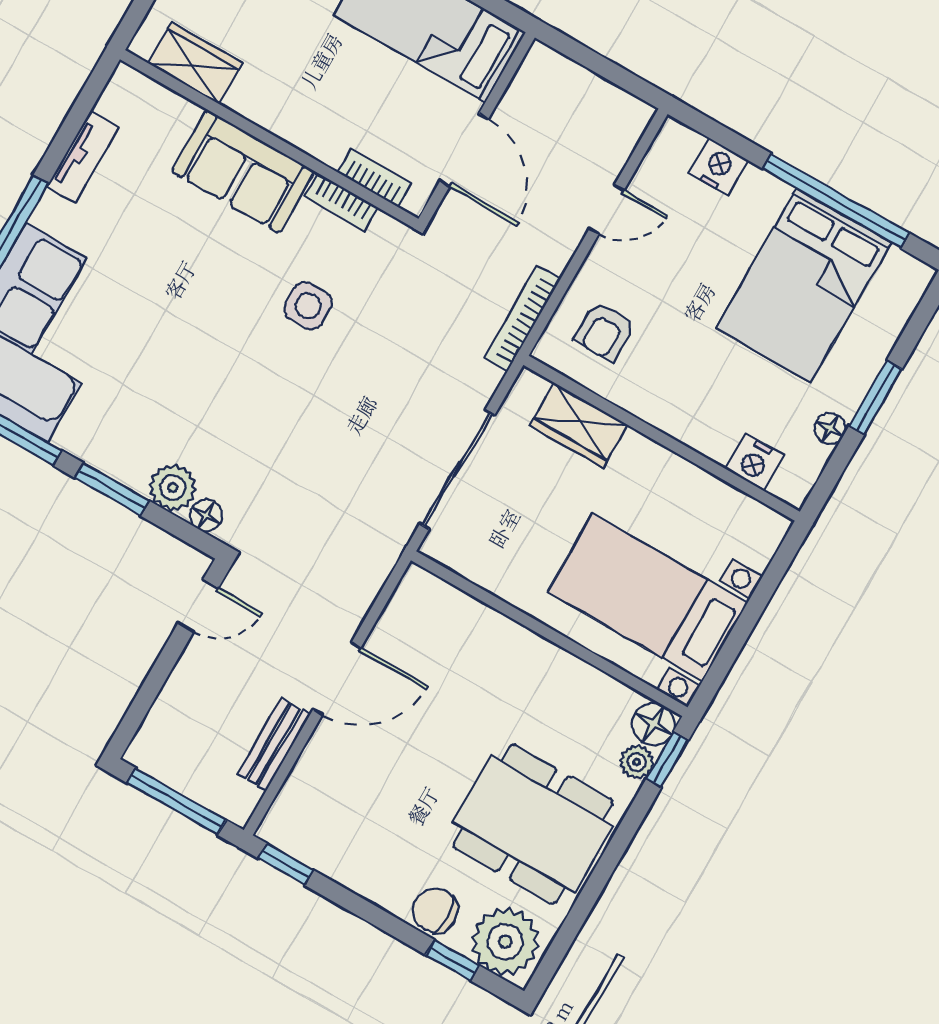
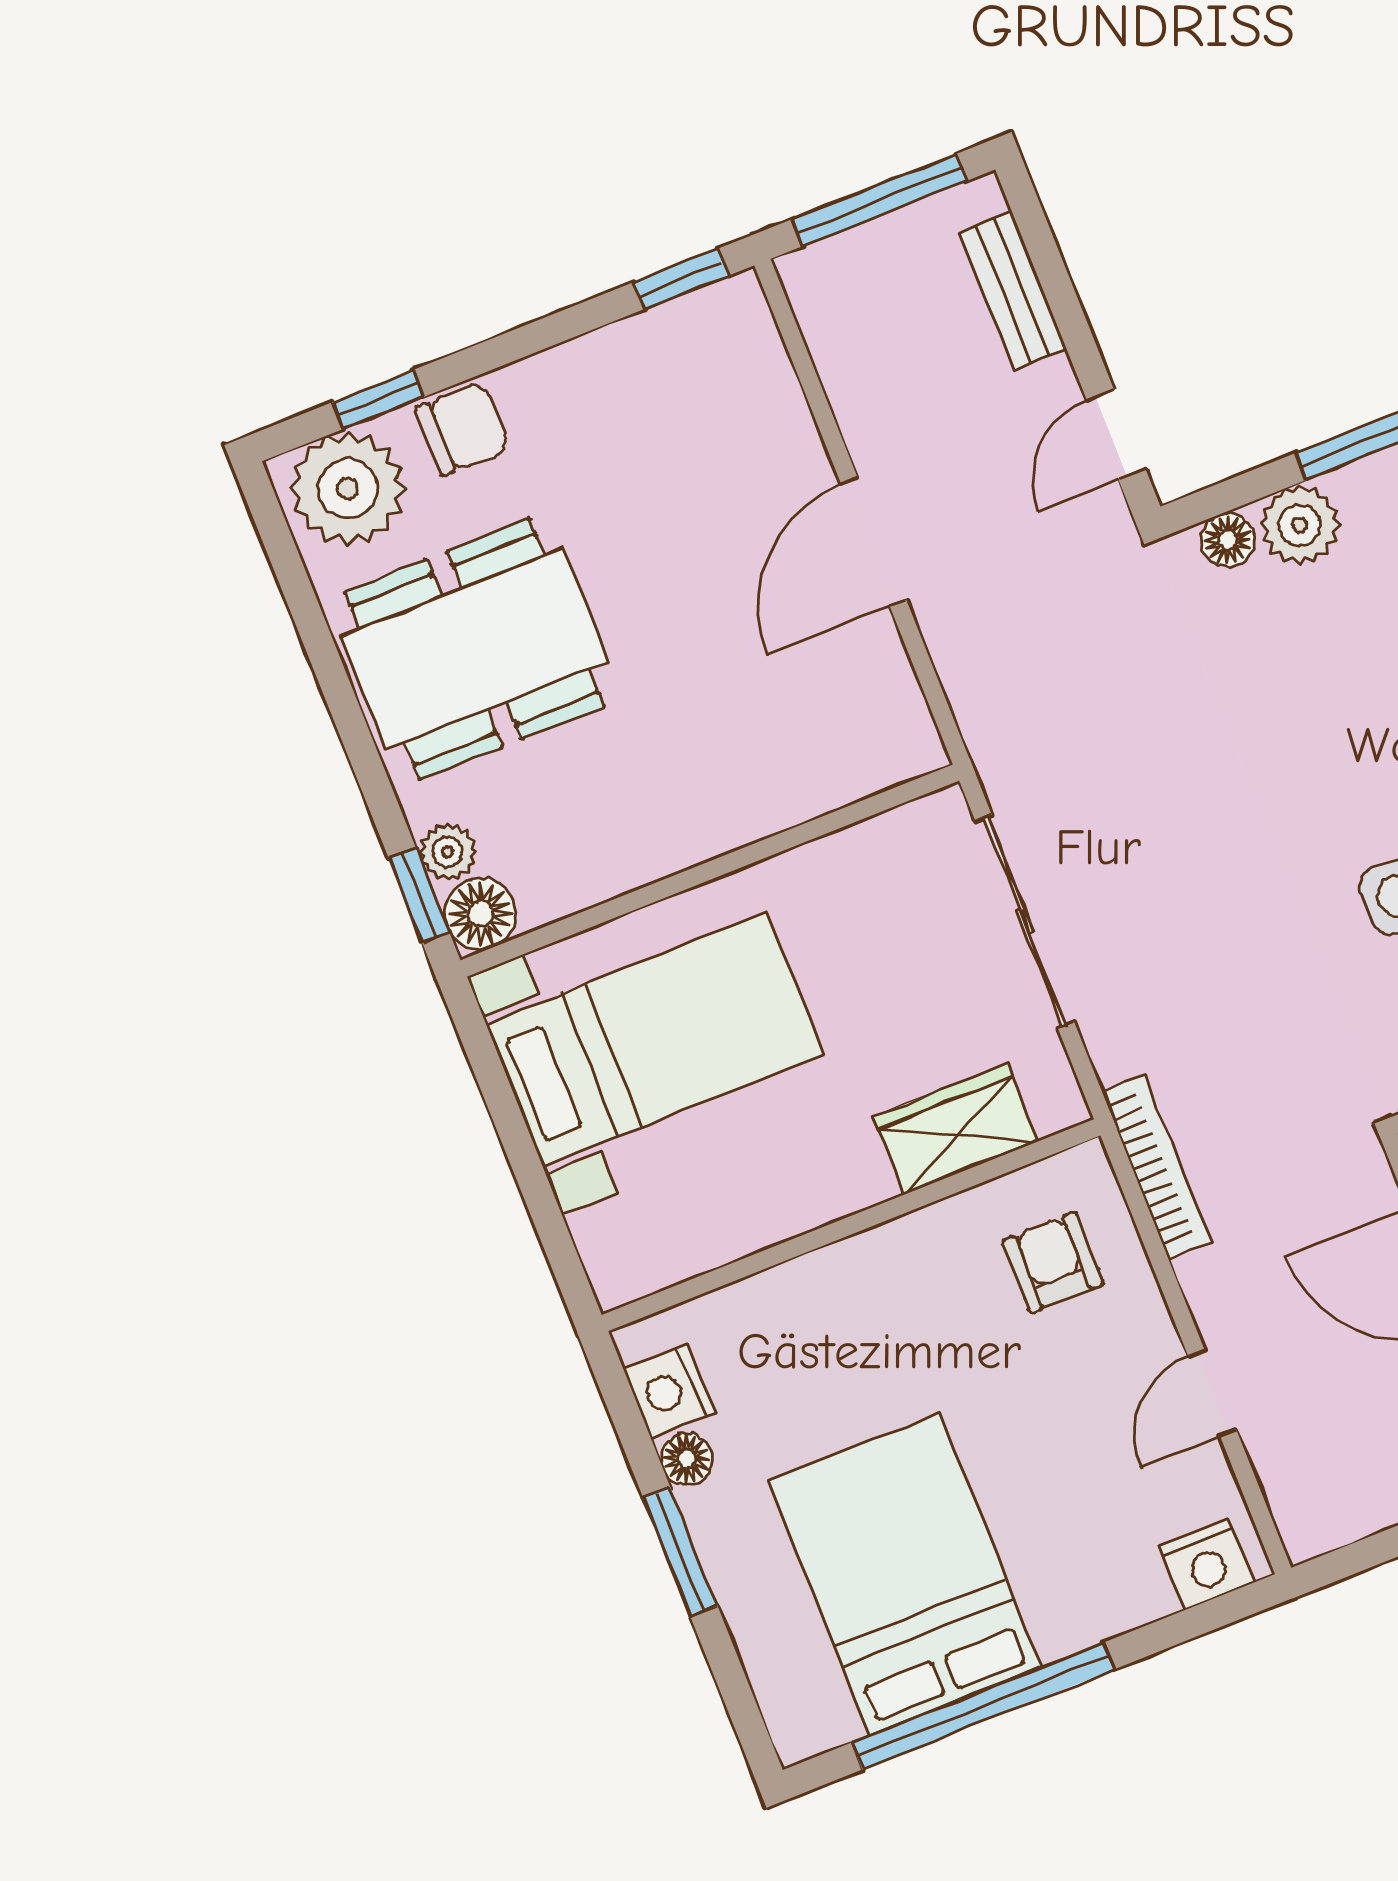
nightstand: (718, 167) -> (1207, 1564), moved
nightstand: (755, 462) -> (669, 1391), moved, turned -90
bench: (274, 744) -> (1013, 291), moved

